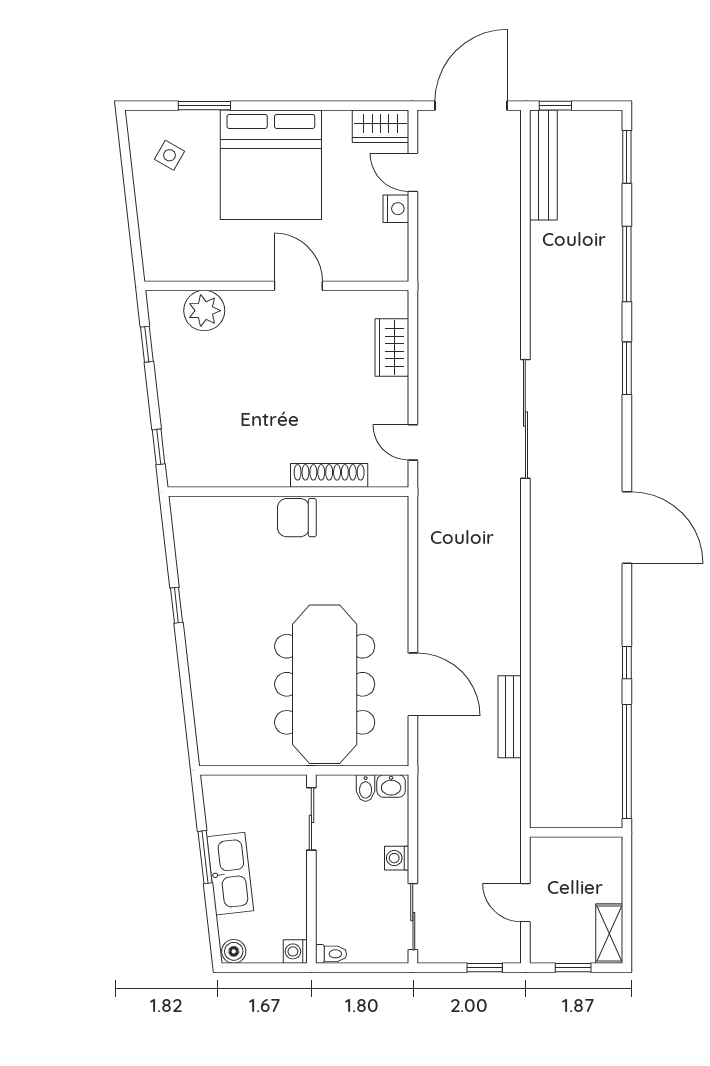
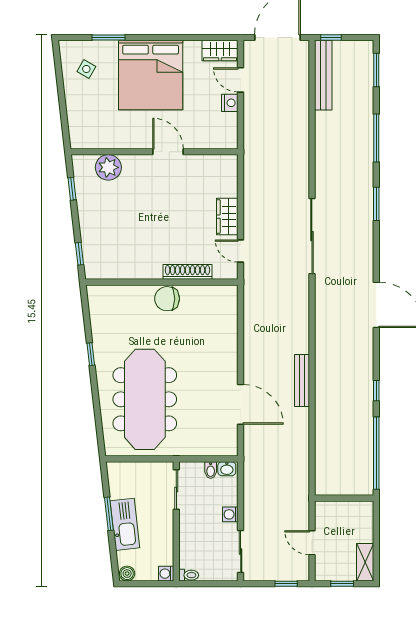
wardrobe: (392, 348) -> (227, 217), moved
meeting table: (325, 684) -> (145, 399), moved
bench: (510, 717) -> (302, 381), moved

